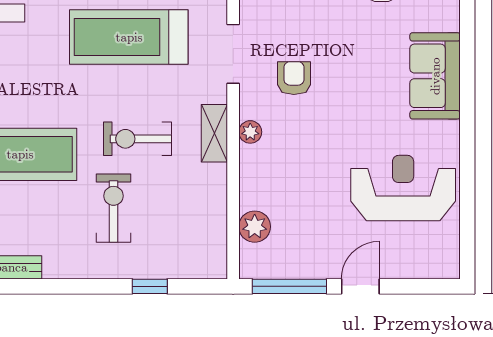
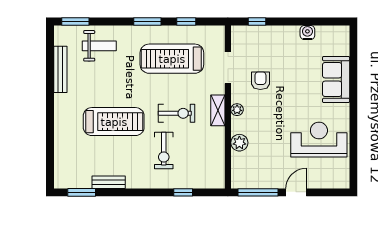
exercise bike: (137, 139) -> (177, 113), turned 180
exercise bike: (113, 208) -> (164, 150), turned 180
plant: (255, 227) -> (239, 143), moved

